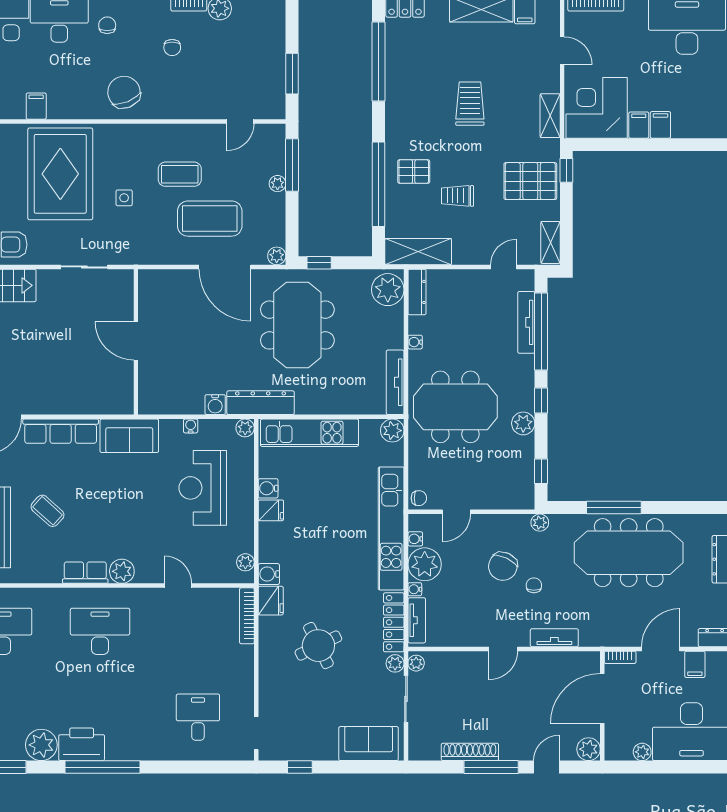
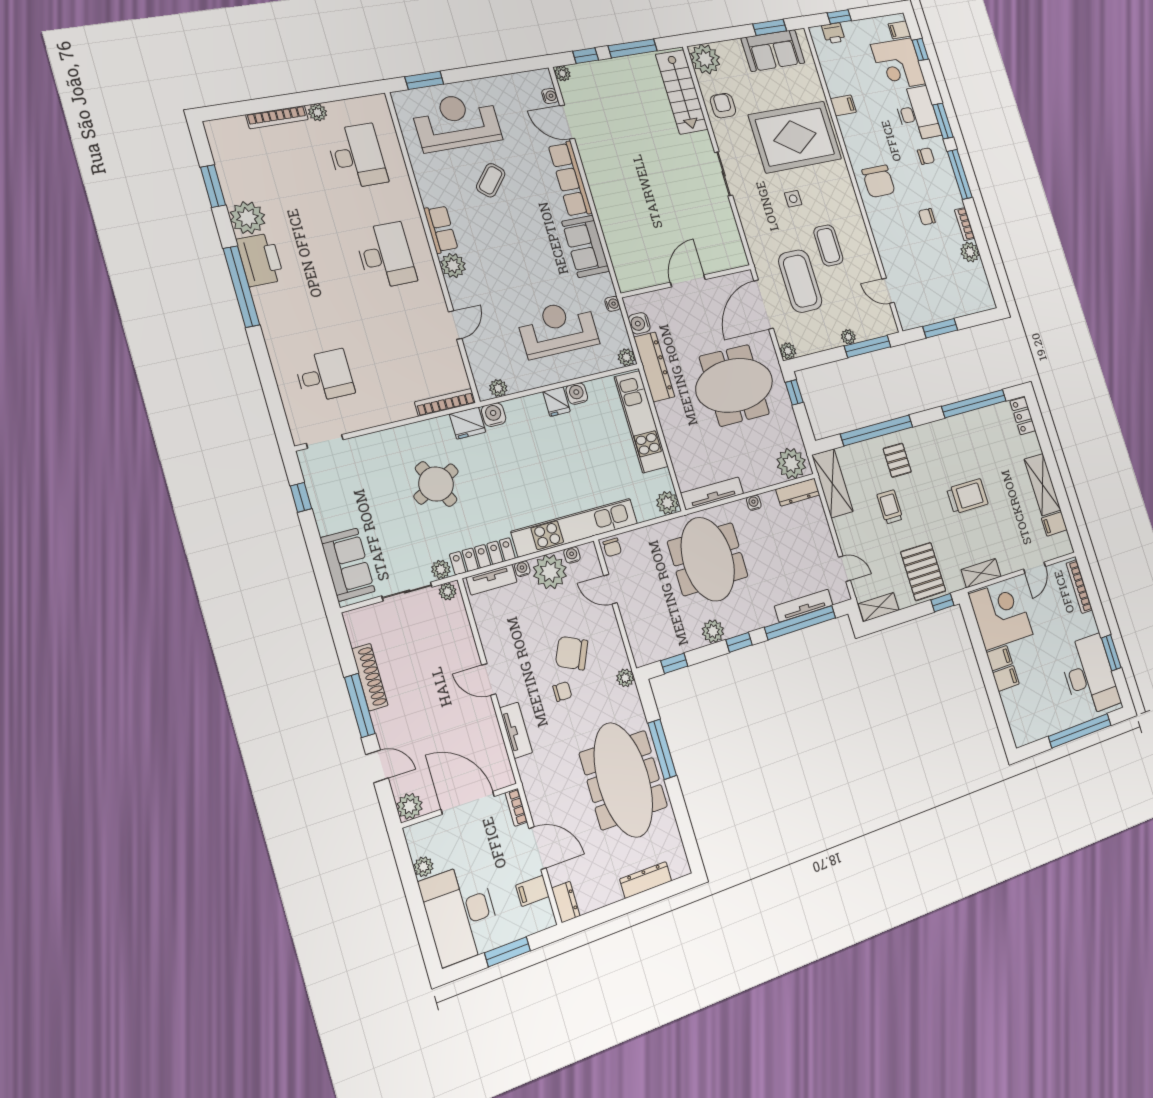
chair: (124, 92) -> (879, 181), turned 112
door: (136, 341) -> (688, 281), moved
wall: (136, 342) -> (687, 281), moved

